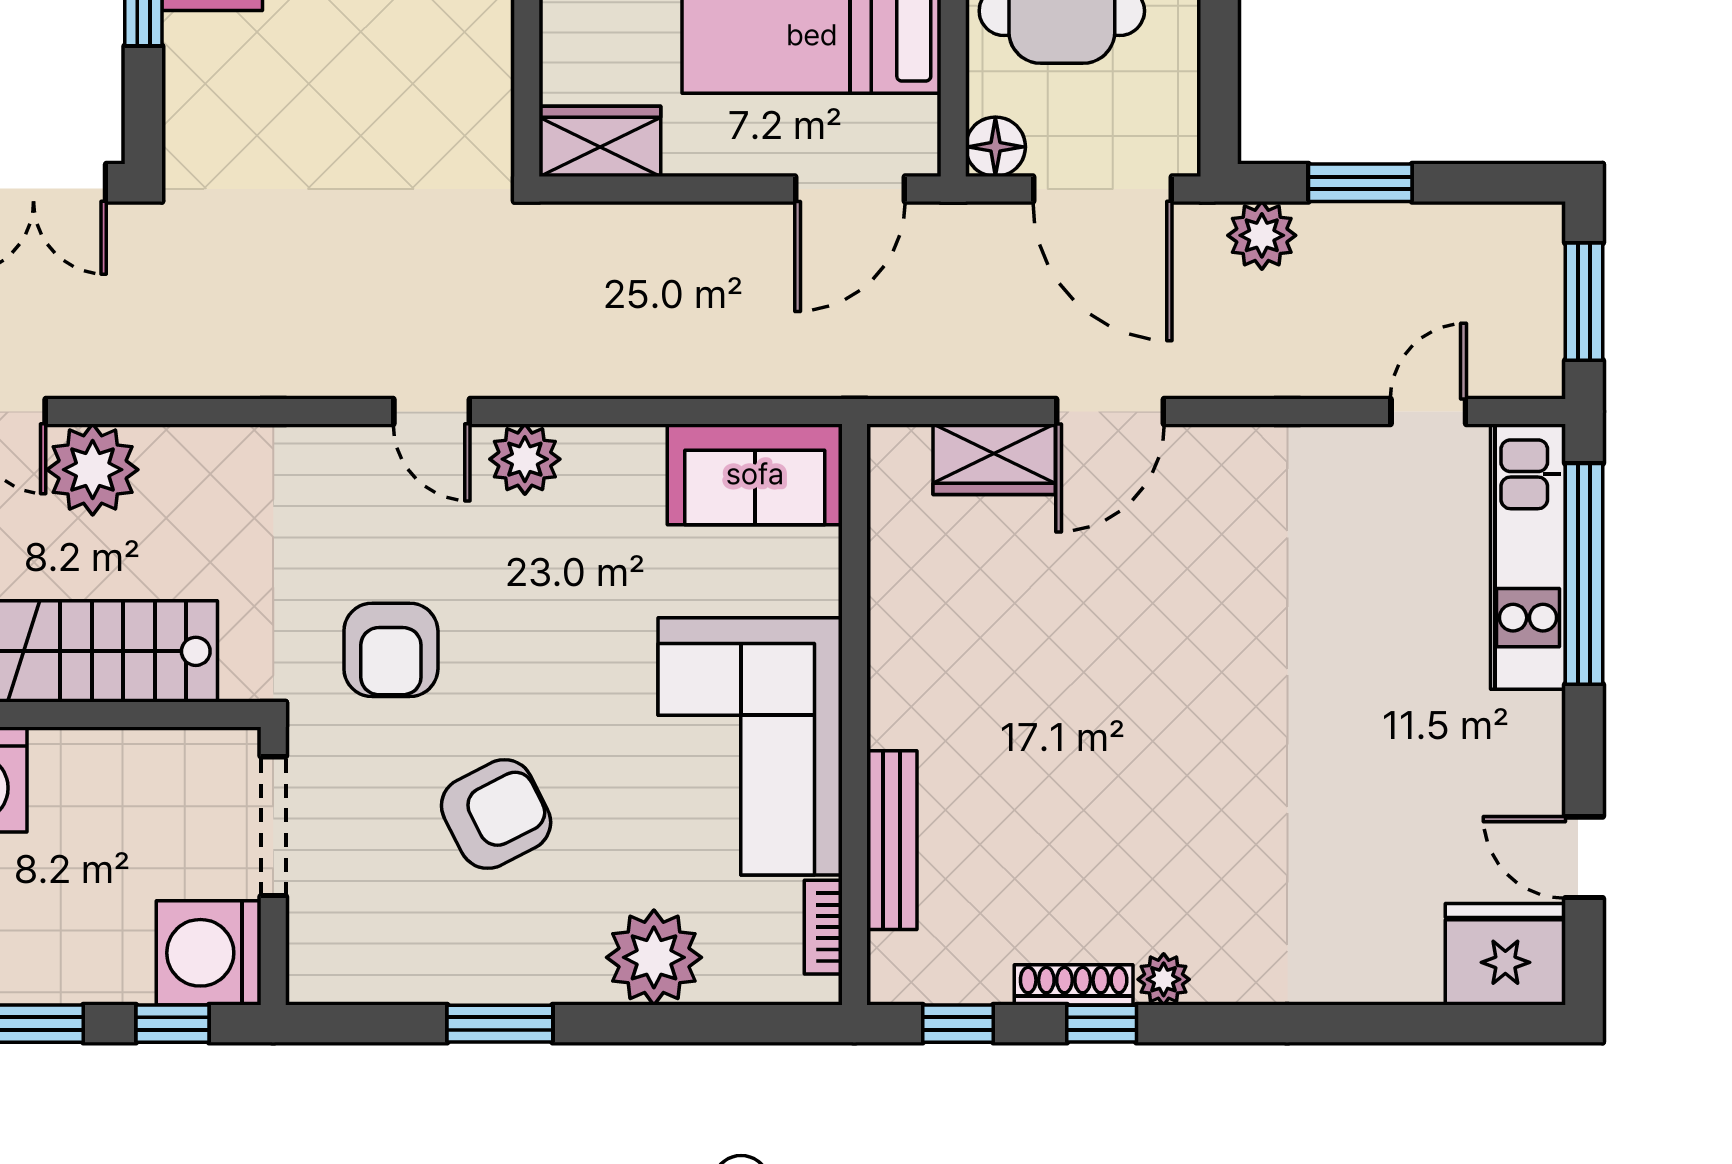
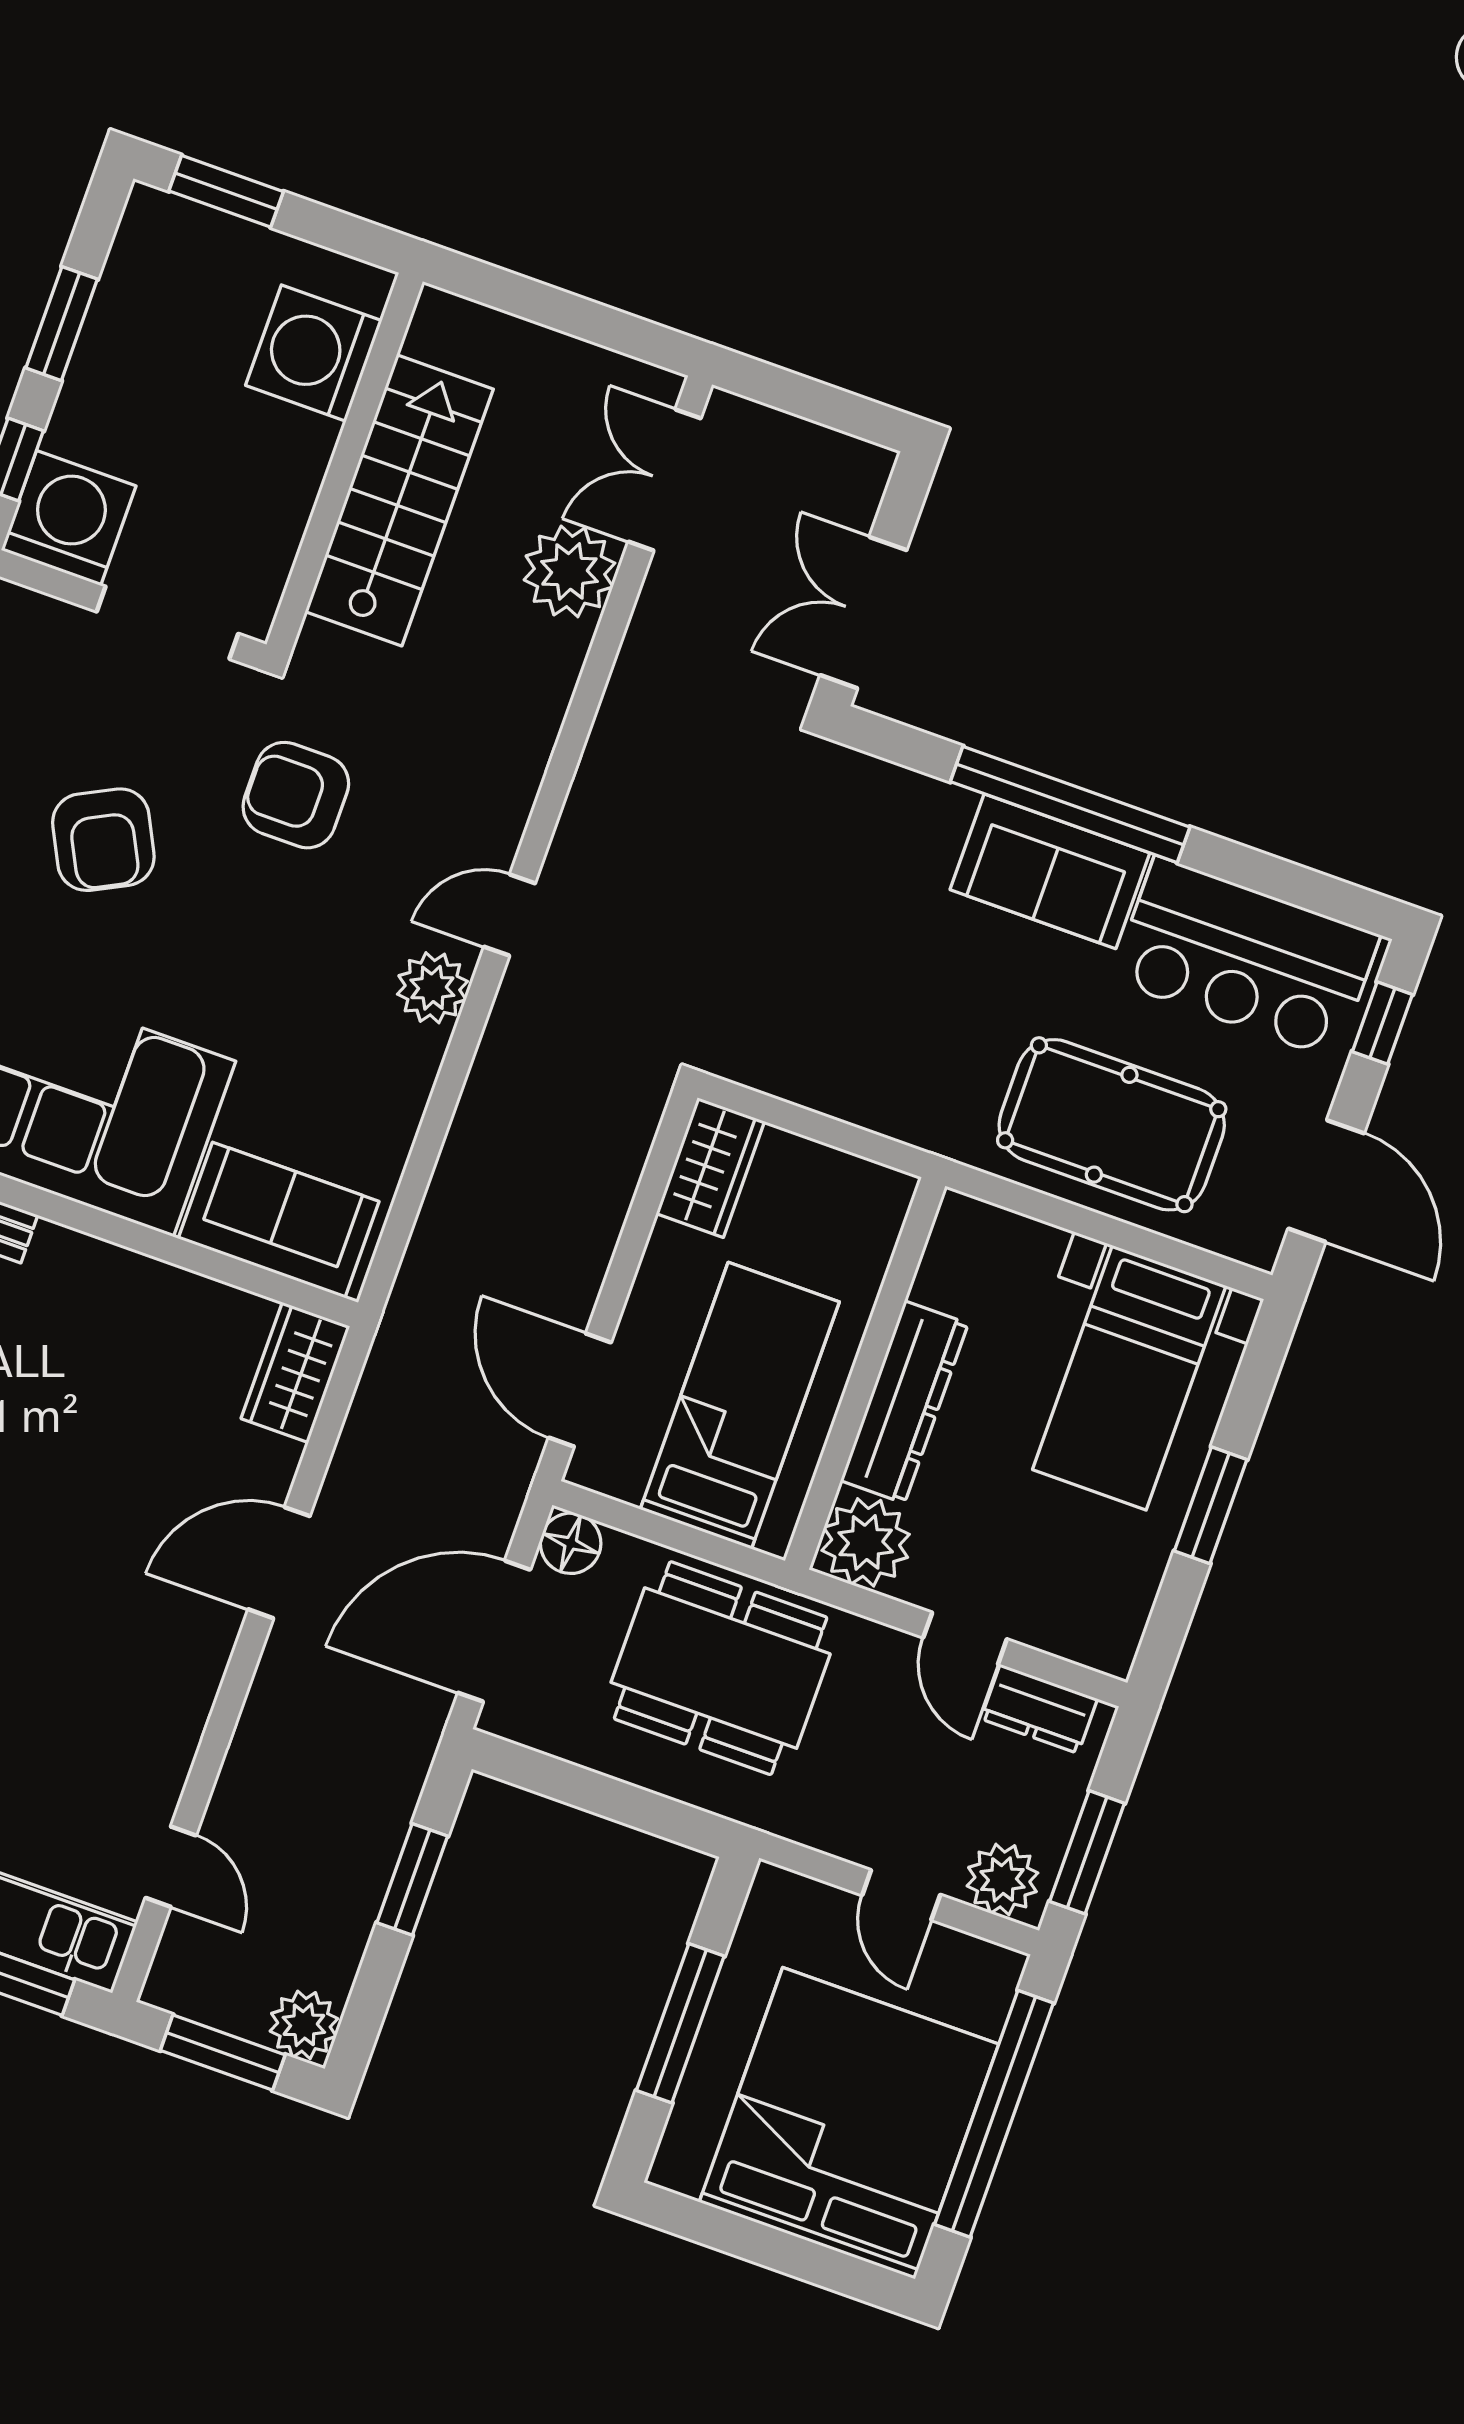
plant: (1262, 235) -> (304, 2025), moved
door: (1110, 411) -> (279, 1563), hinge flipped
wardrobe: (994, 459) -> (295, 1372), moved
sofa: (755, 474) -> (279, 1220), moved, turned 90

